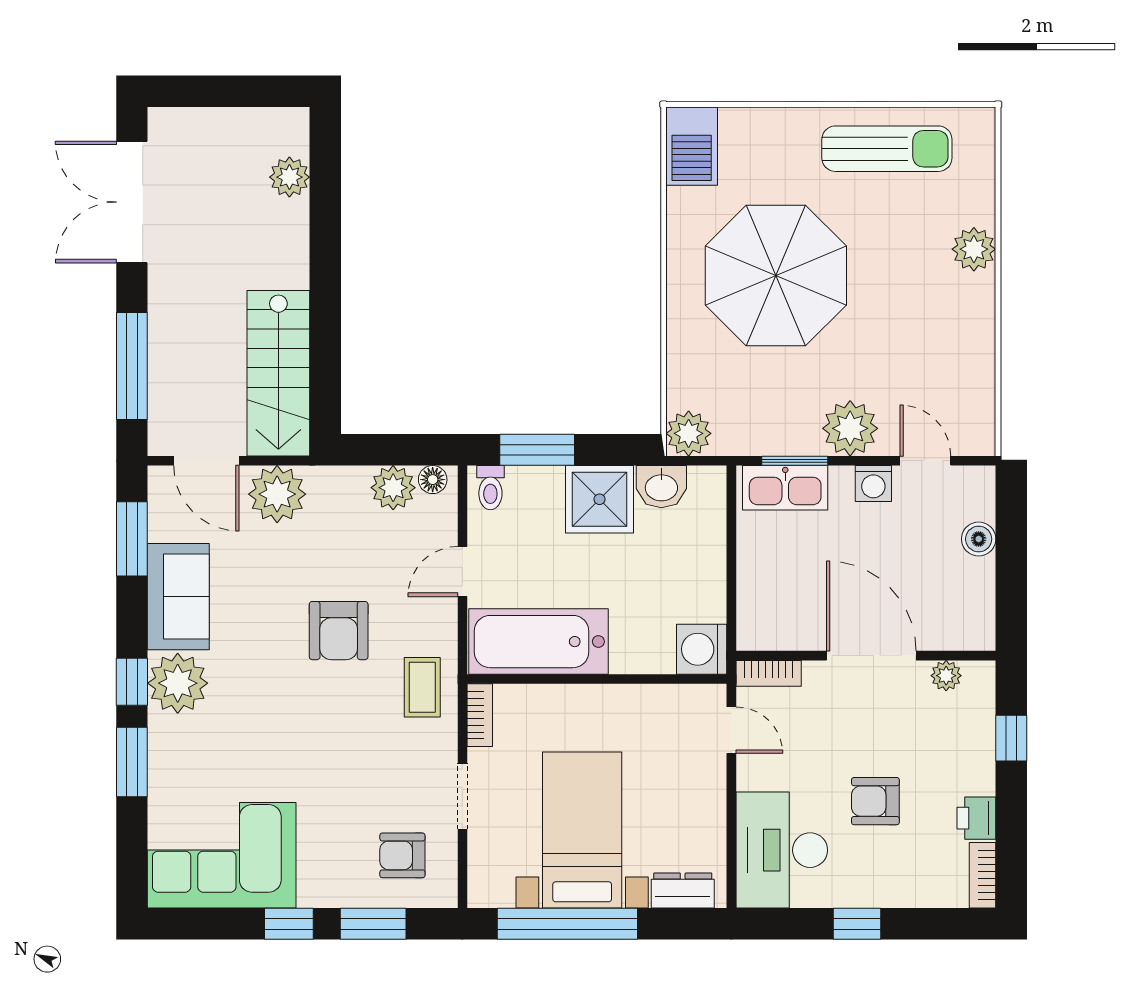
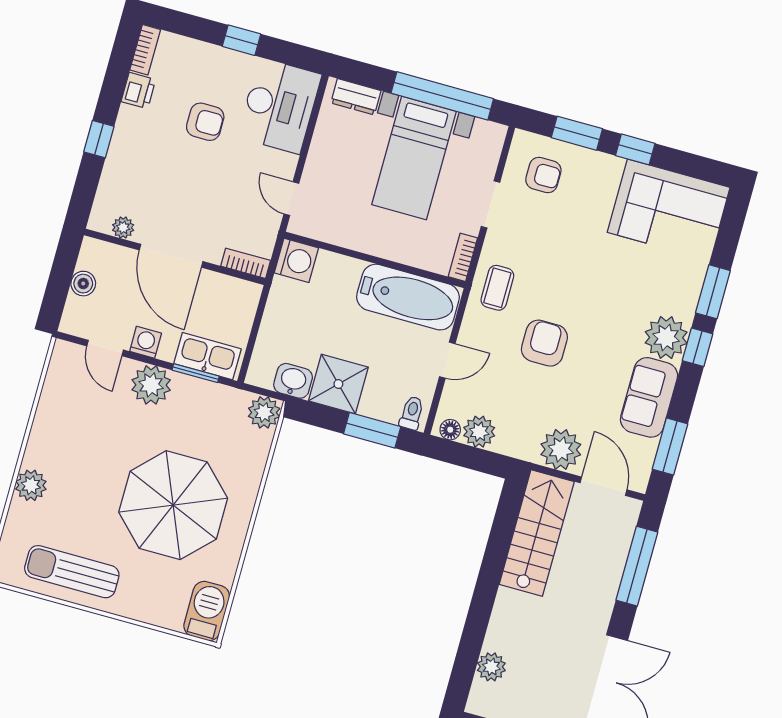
wall: (866, 656) -> (175, 257), moved
door: (871, 656) -> (171, 256), moved
bookcase: (769, 673) -> (246, 263), moved
plant: (946, 676) -> (123, 228), moved

